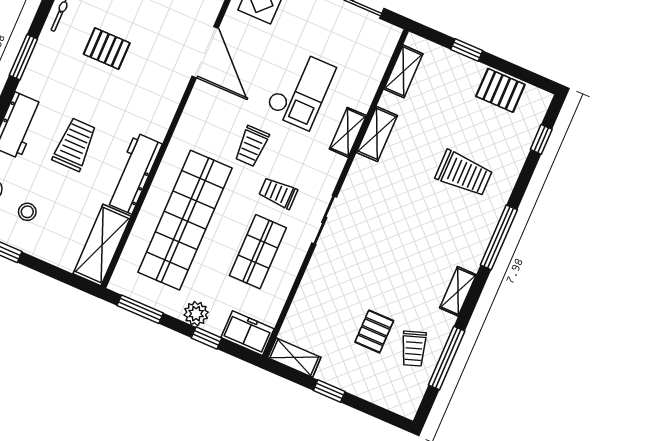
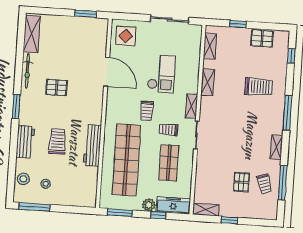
shelving: (348, 132) -> (191, 106), moved
shelving: (102, 245) -> (89, 187), removed
freezer: (247, 333) -> (173, 205), width x1.40

